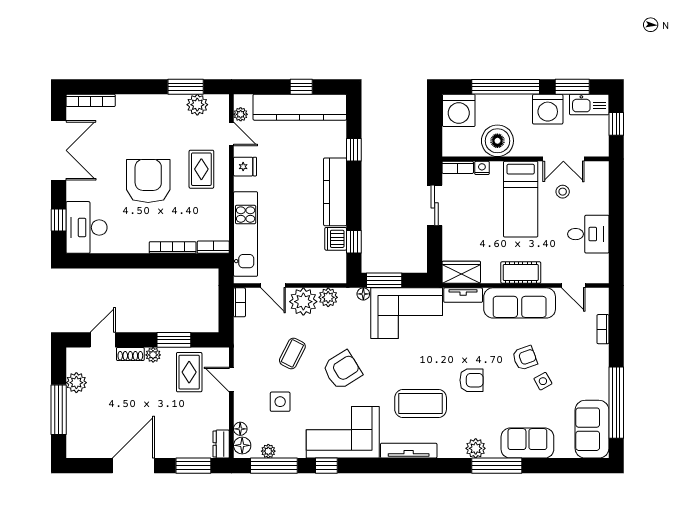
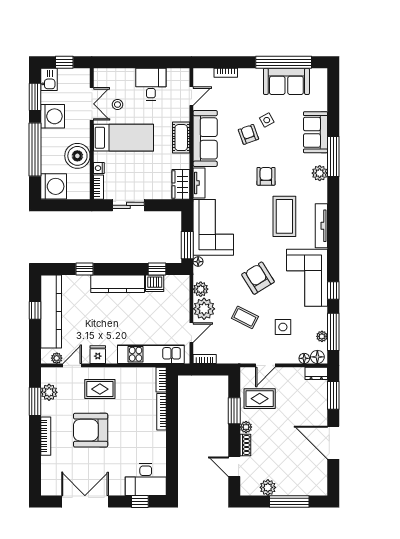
bookcase: (91, 100) -> (46, 436), moved
kitchen sink: (589, 105) -> (49, 79), width x0.73
armchair: (148, 181) -> (91, 430), moved
sofa: (592, 429) -> (286, 81), moved

